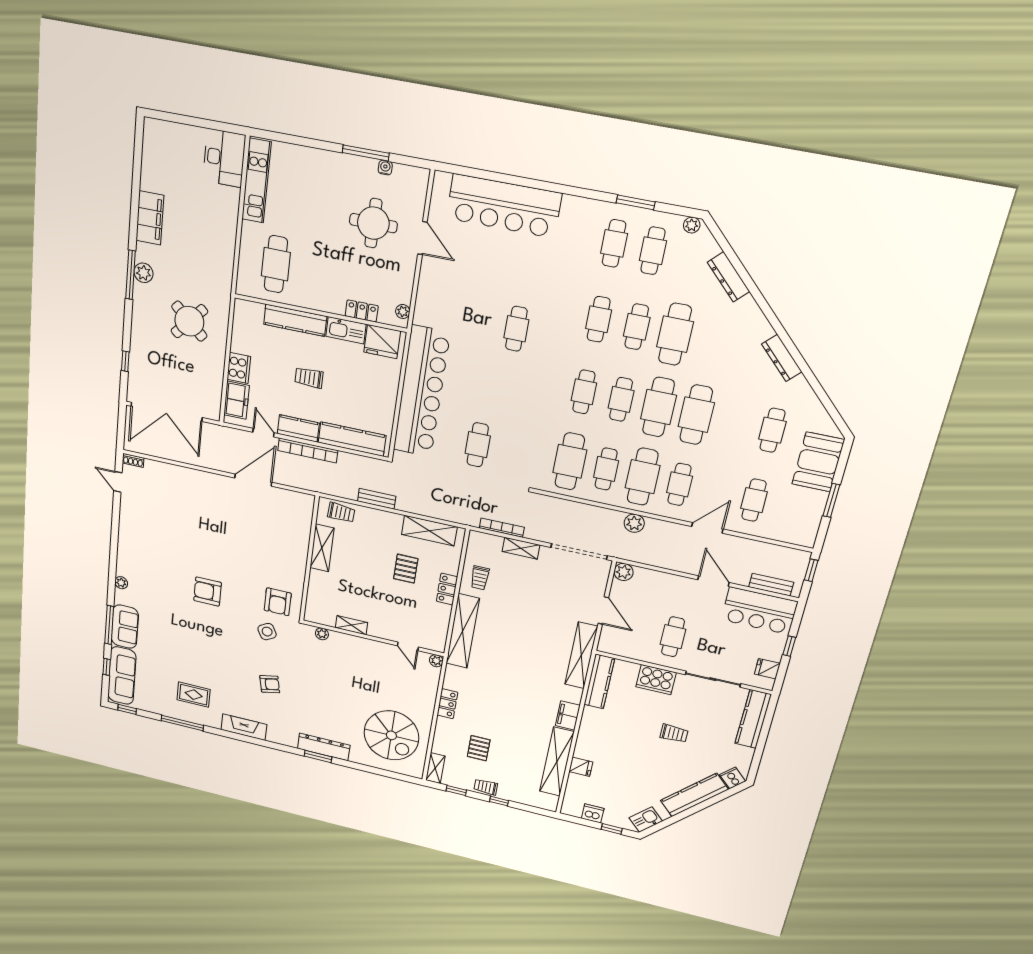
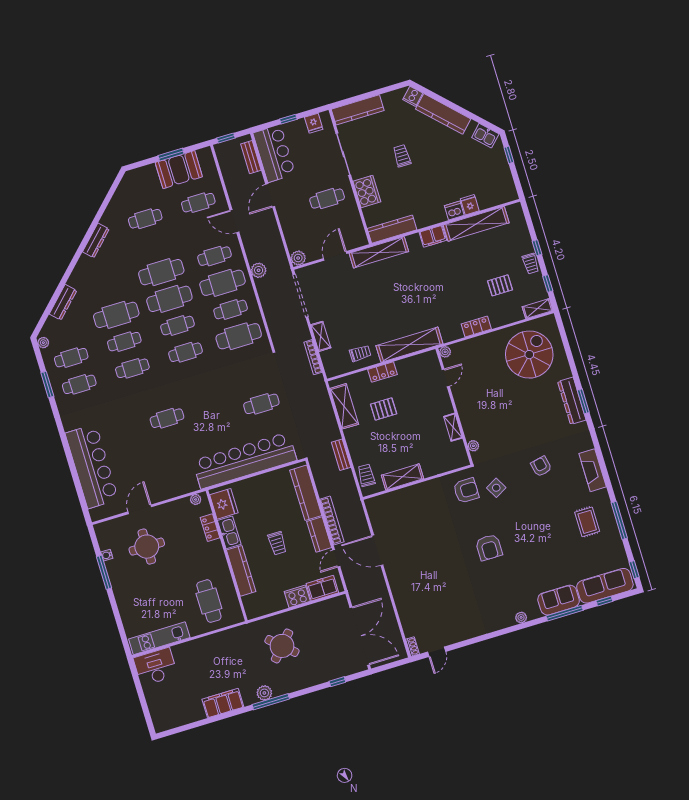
cafe table: (276, 264) -> (209, 601), turned 90
booth: (818, 462) -> (179, 170), moved
dishwasher: (593, 813) -> (454, 211), moved, turned 90

